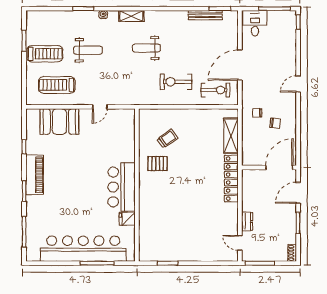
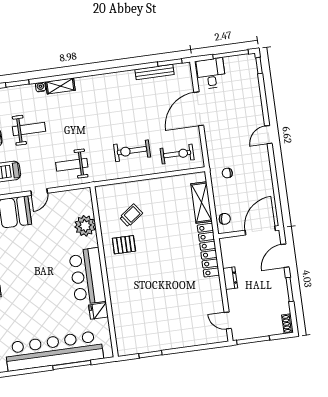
shelving: (131, 16) -> (60, 86), moved
weight bench: (146, 48) -> (72, 165), moved
door: (240, 65) -> (199, 109), moved
door: (100, 107) -> (39, 192), moved
chair: (275, 123) -> (225, 219), moved
plant: (126, 142) -> (85, 226), added
dresser: (247, 221) -> (230, 278), moved

